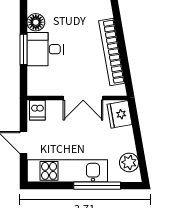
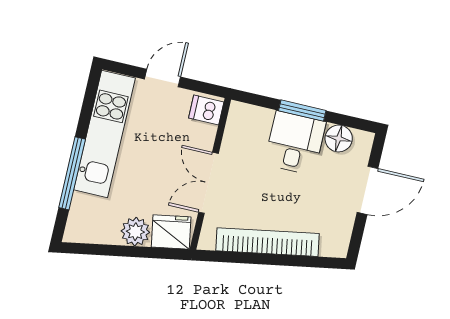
plant: (129, 162) -> (135, 232), moved

